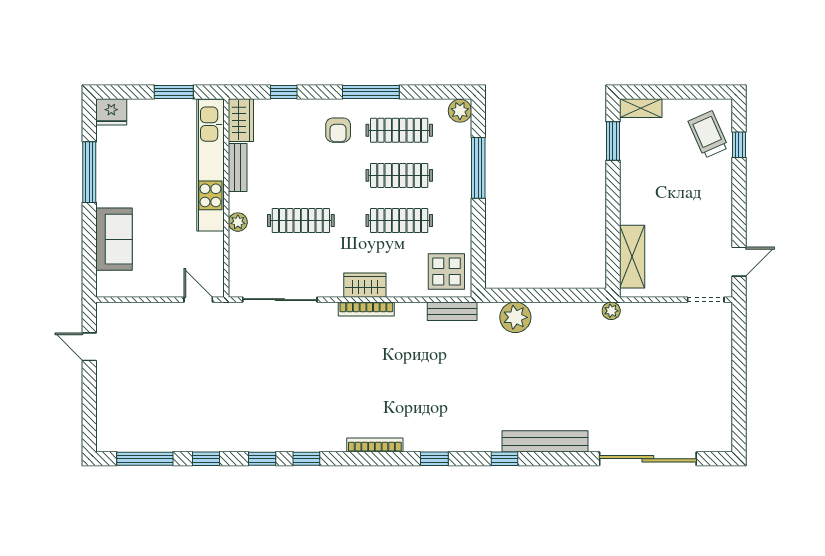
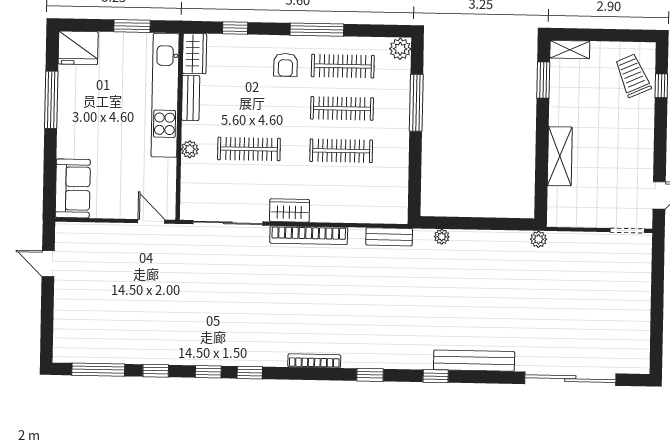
fridge: (111, 112) -> (78, 48), width x1.36, depth x1.34
sofa: (114, 239) -> (73, 188), moved
shelving: (632, 257) -> (560, 156), moved
display table: (446, 272) -> (385, 199), removed
wardrobe: (365, 285) -> (290, 210), moved
bookcase: (366, 309) -> (309, 235), width x1.48, depth x1.31
plant: (515, 317) -> (442, 237), width x0.53, depth x0.53

